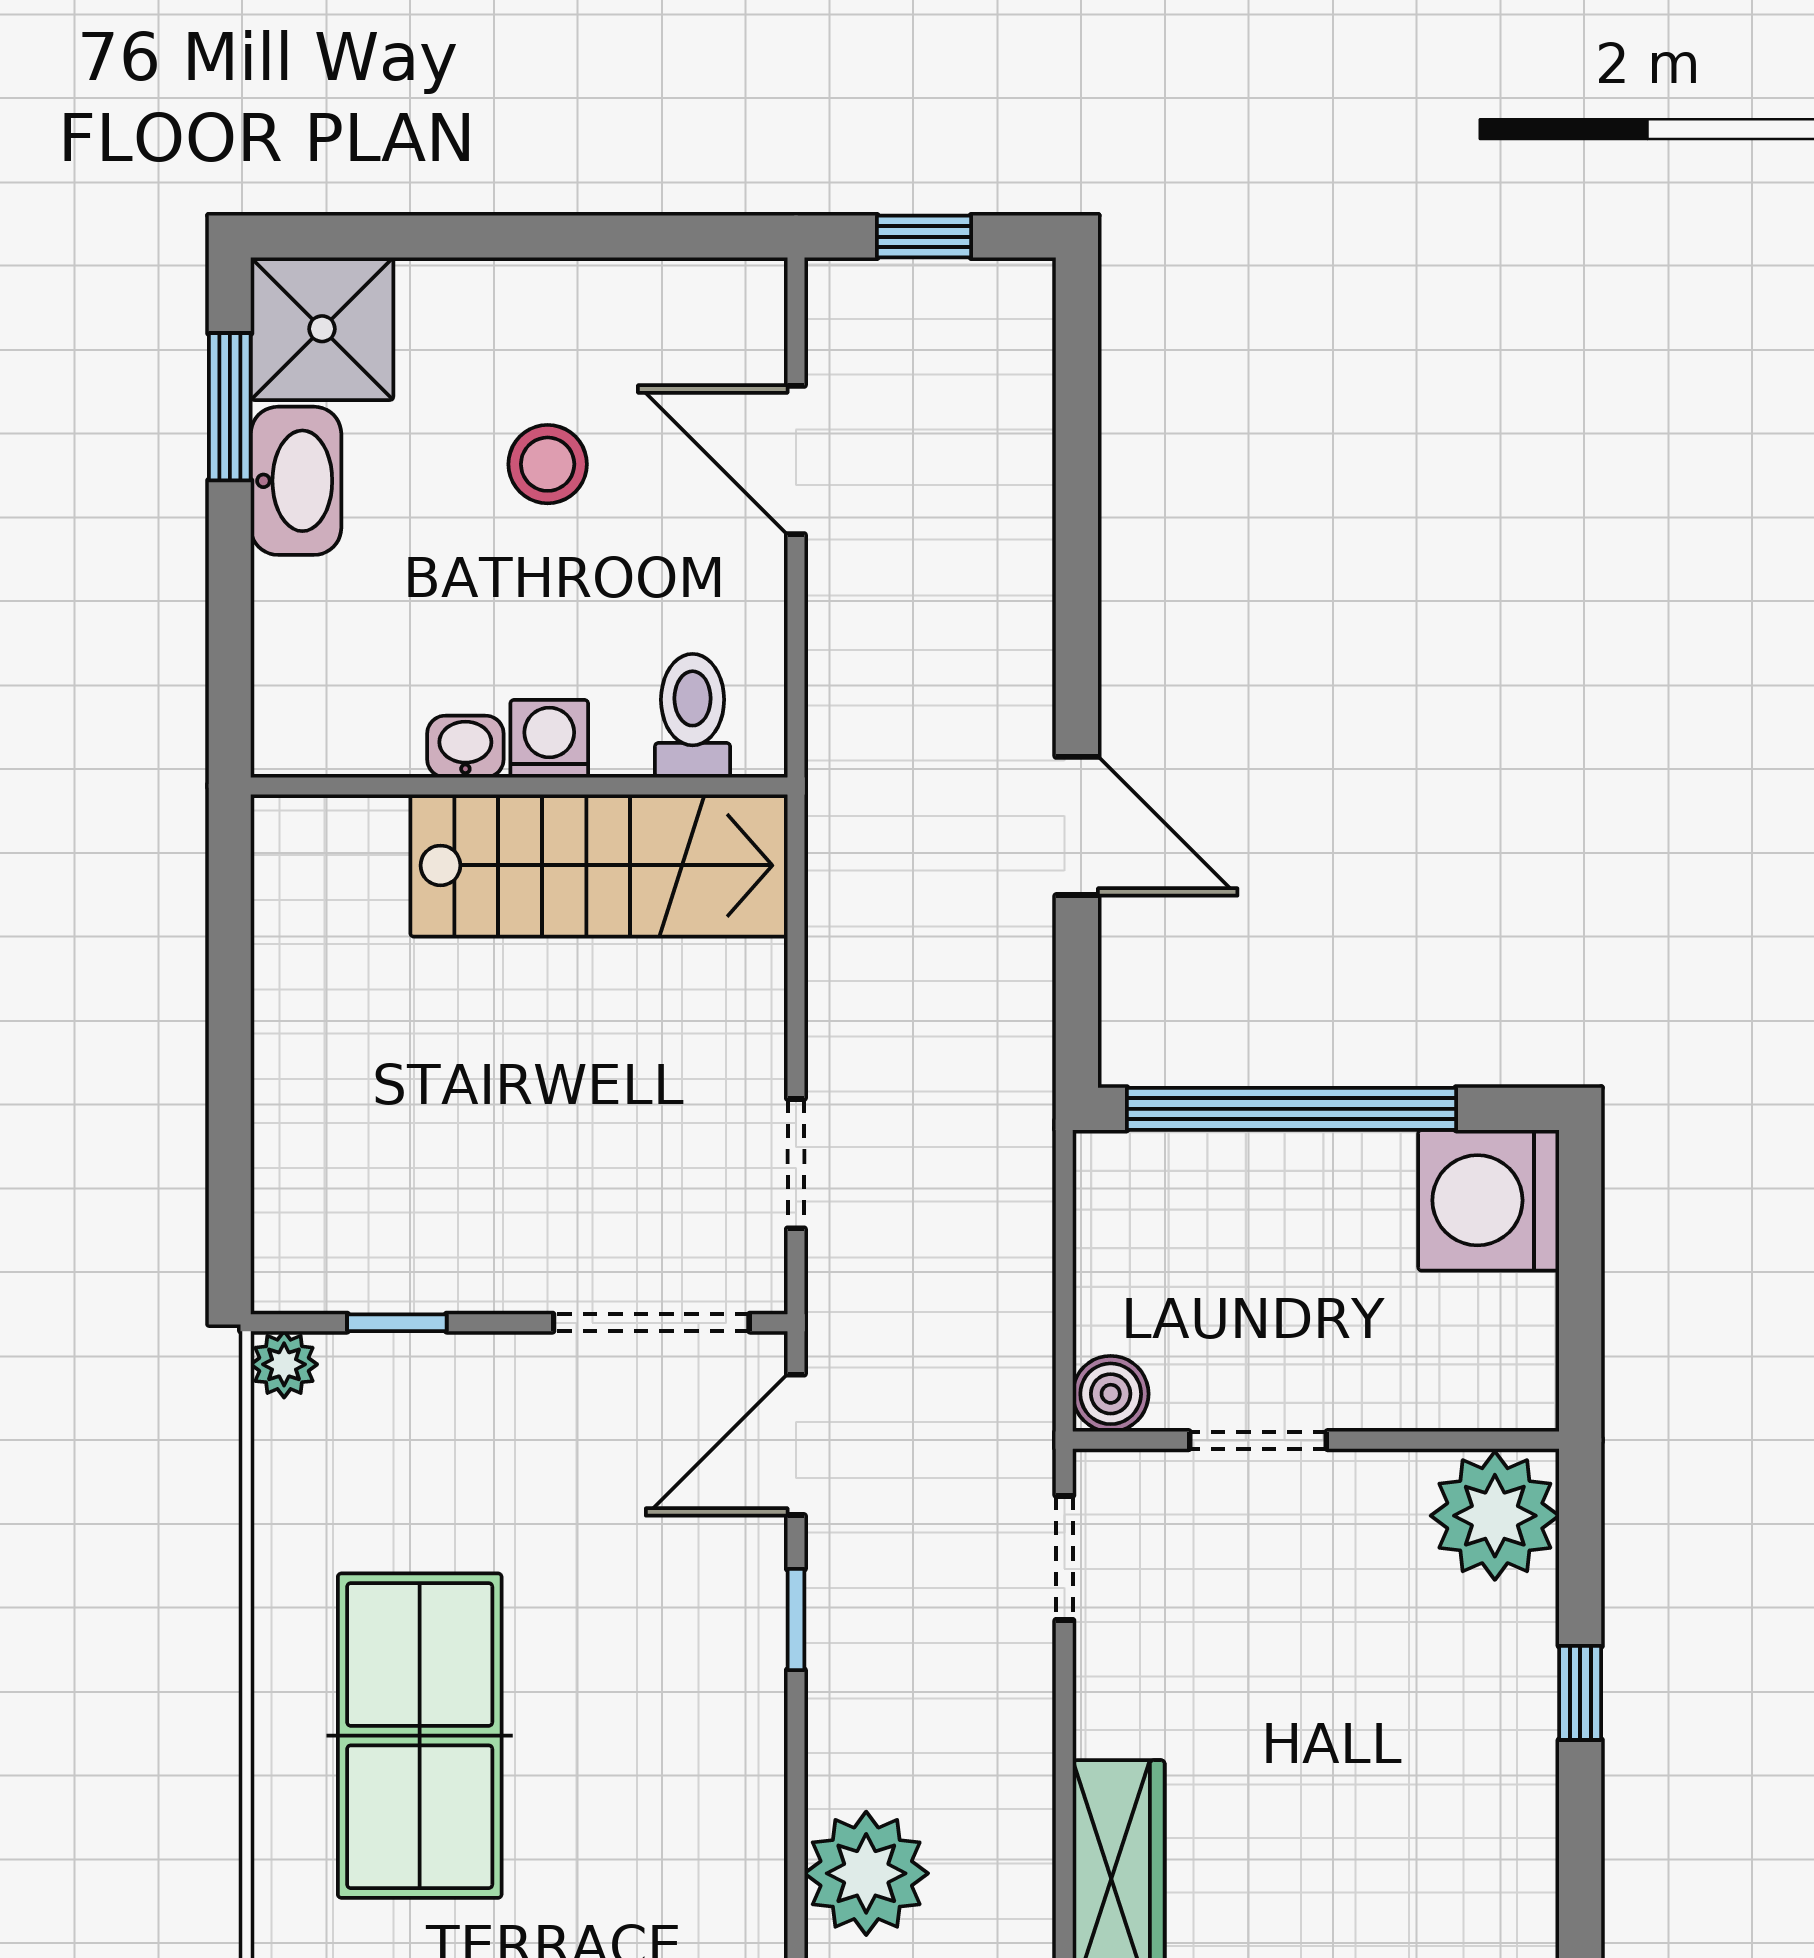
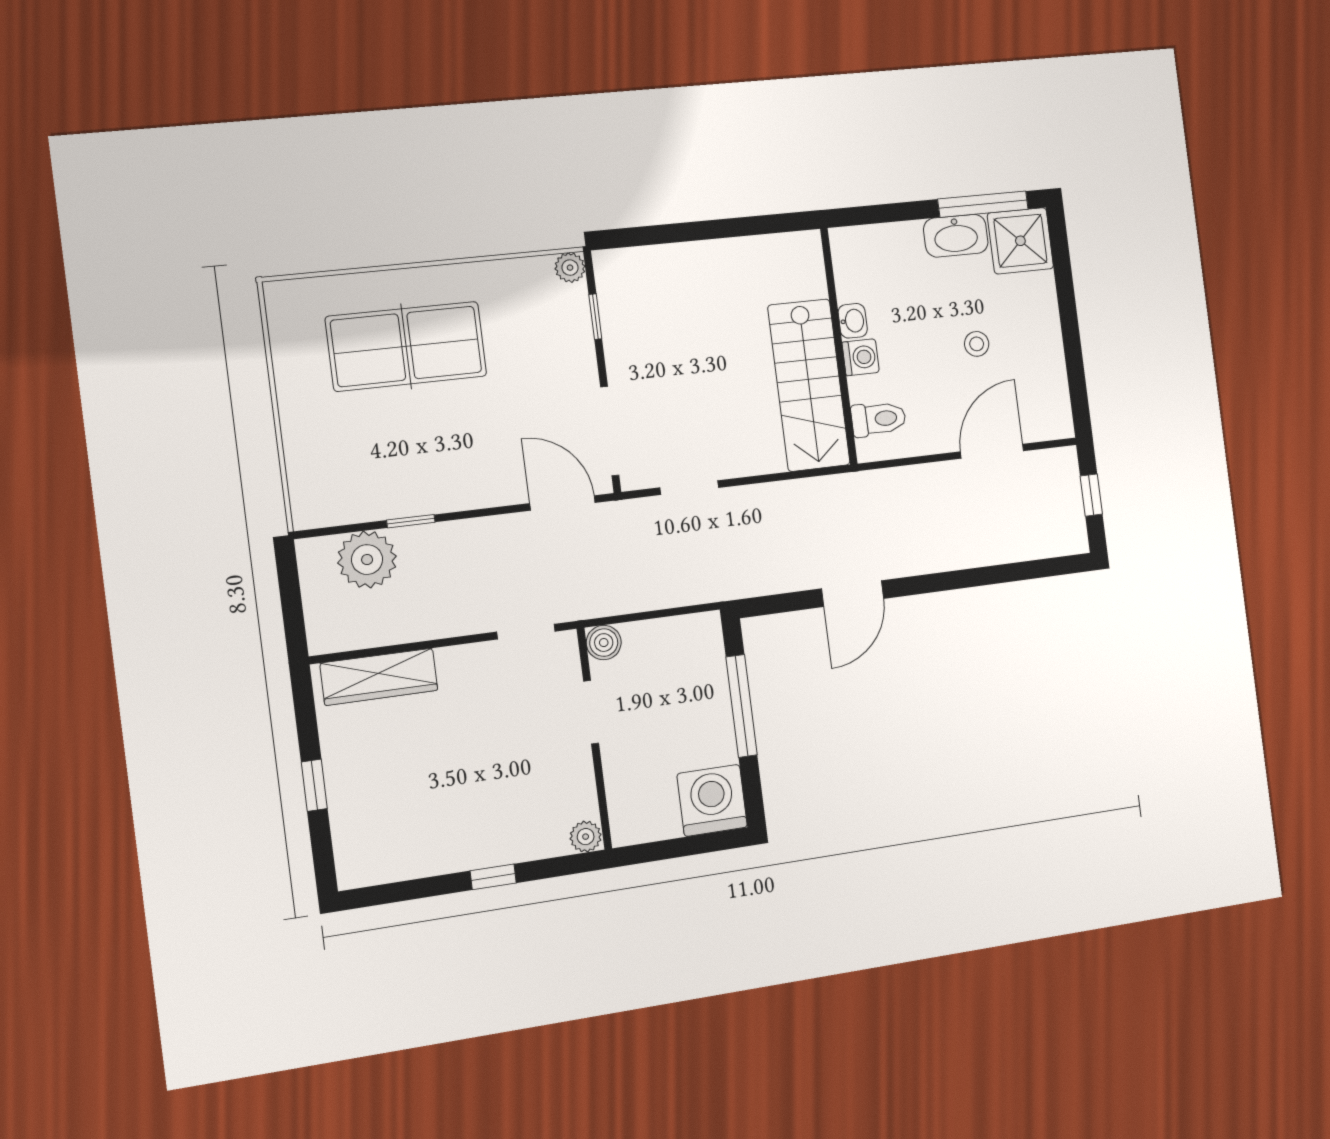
window: (230, 407) -> (983, 204), width x1.44
stool: (548, 464) -> (977, 344), width x0.73, depth x0.73
window: (1291, 1109) -> (741, 706), width x0.68
plant: (1495, 1516) -> (586, 837), width x0.53, depth x0.53
window: (796, 1619) -> (411, 521), moved

